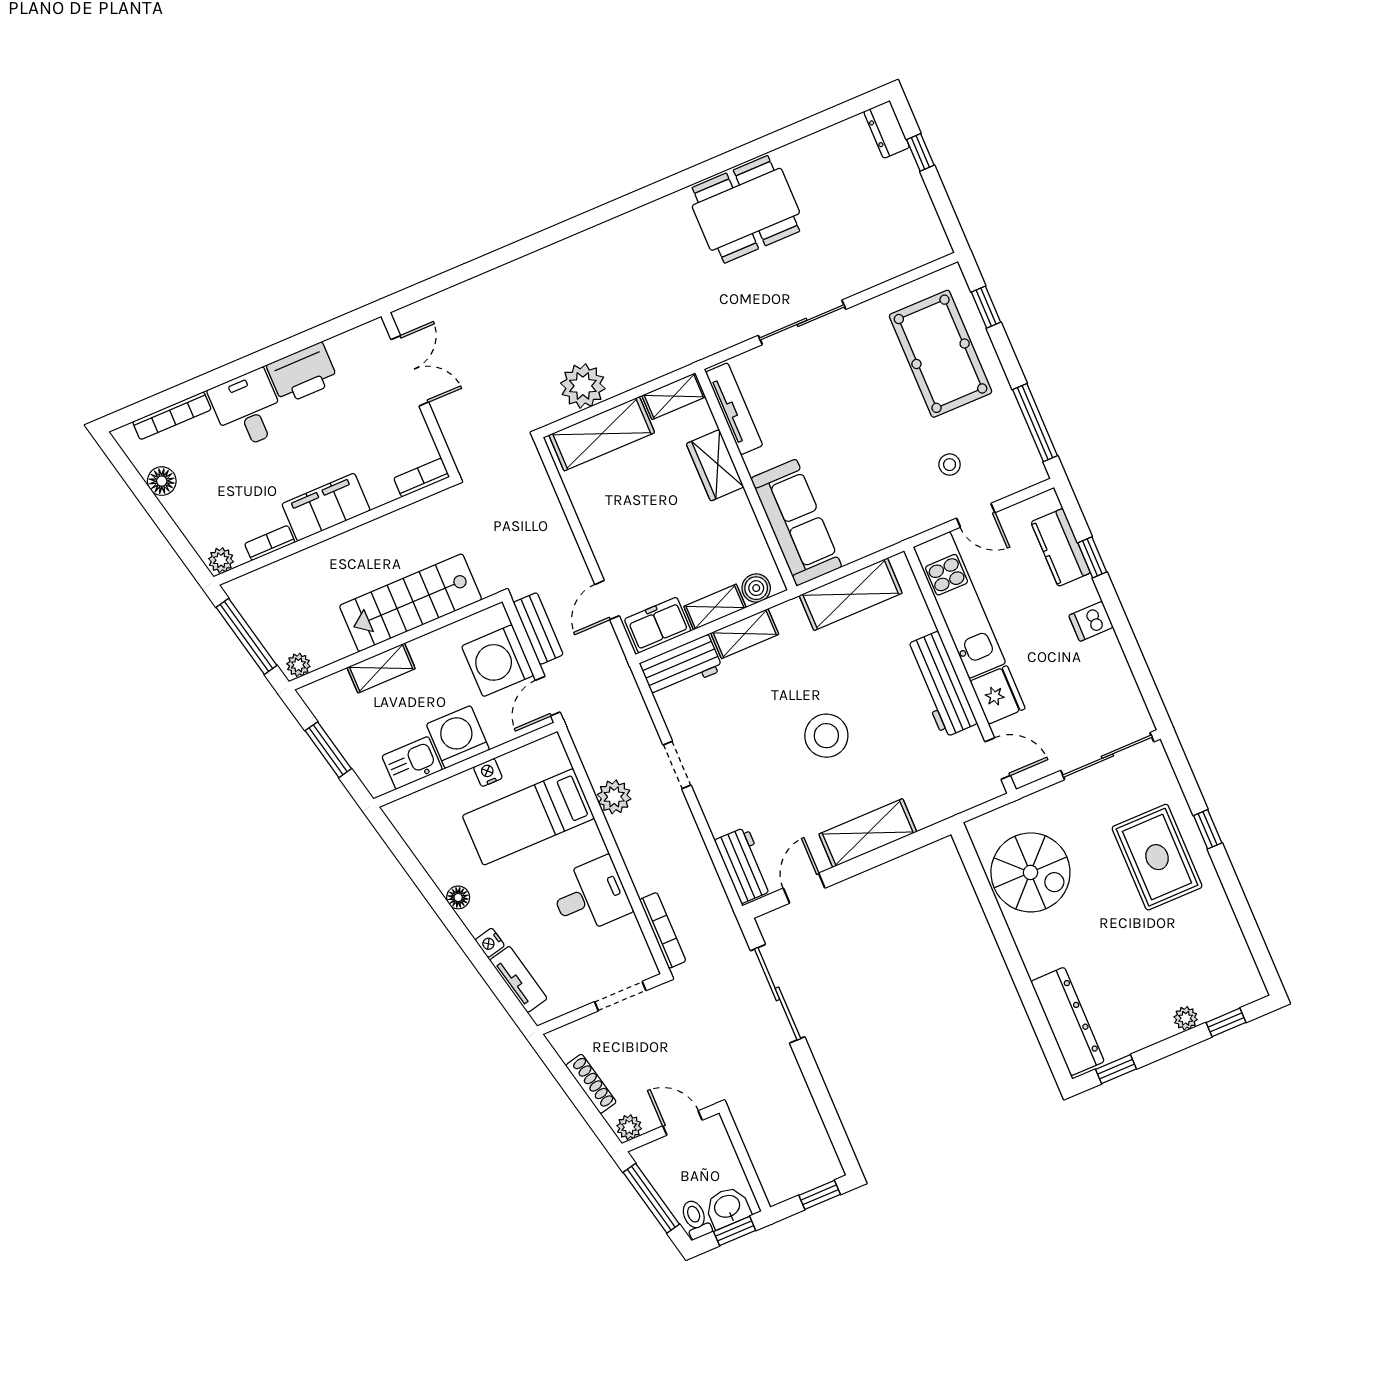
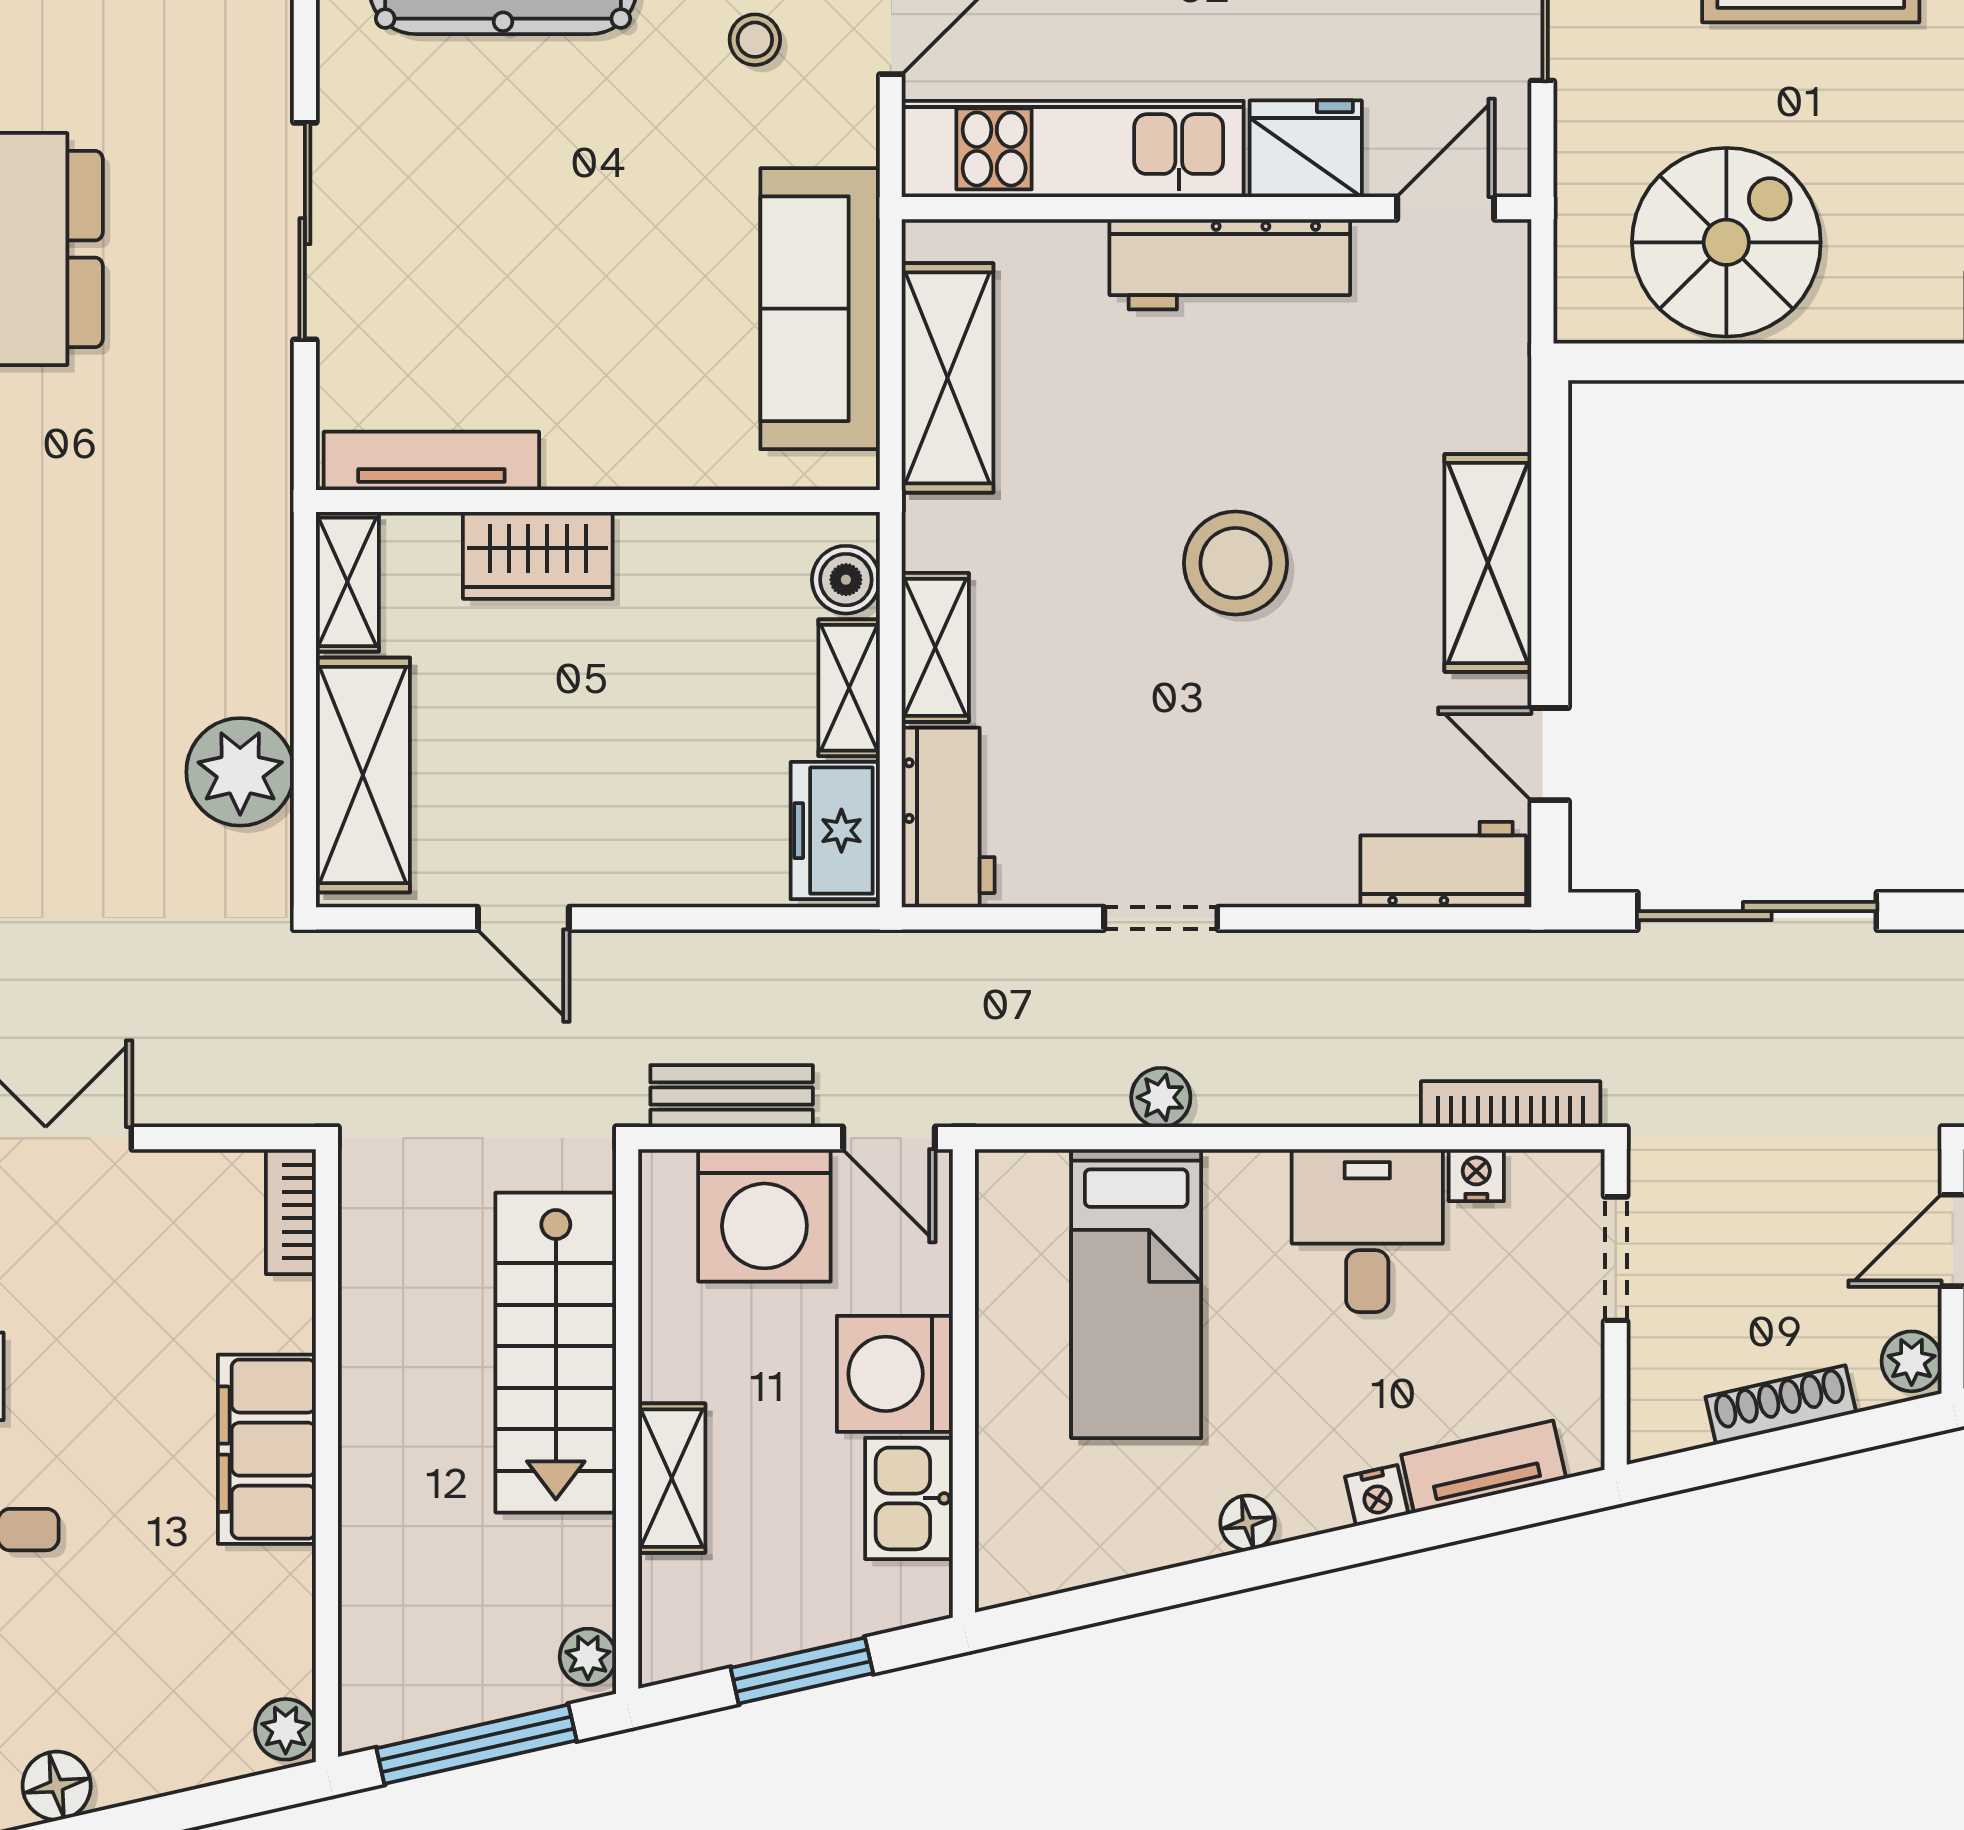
sofa: (796, 523) -> (820, 309), moved, turned -90
bookcase: (270, 543) -> (293, 1606), removed
door: (607, 600) -> (523, 918), moved
nightstand: (488, 773) -> (1476, 1175), moved, turned 90
plant: (614, 797) -> (1161, 1097), width x0.73, depth x0.73

